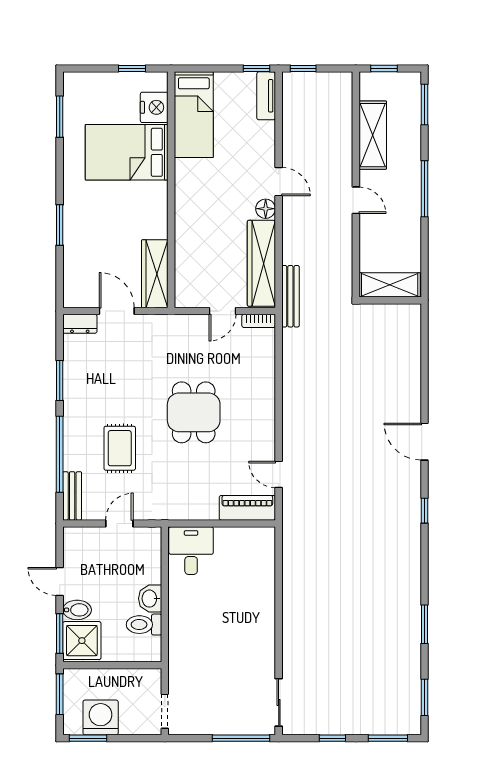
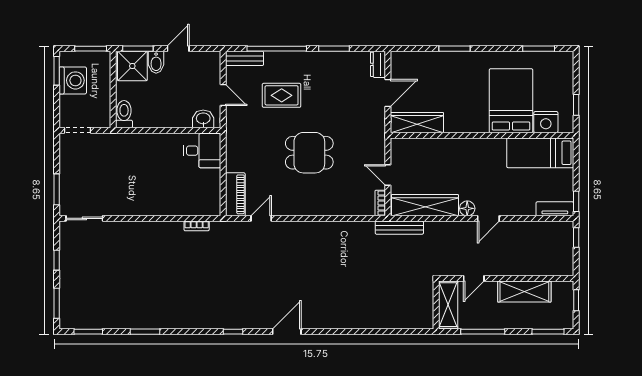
shelving: (390, 285) -> (448, 305), moved
wall: (390, 300) -> (436, 305), moved
bookcase: (288, 558) -> (197, 226), added
washbasin: (150, 599) -> (203, 119), moved
toilet: (144, 625) -> (124, 114), moved
window: (241, 738) -> (57, 189), width x0.69

